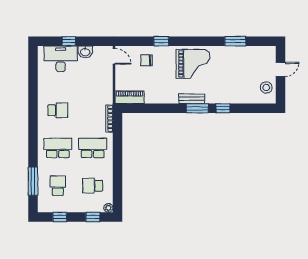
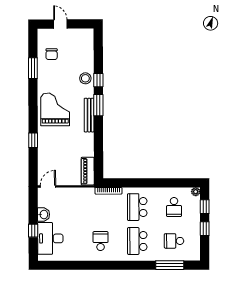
chair: (146, 60) -> (52, 54), moved
stool: (266, 88) -> (85, 78), moved
bench: (192, 99) -> (89, 115), width x1.36
window: (60, 217) -> (205, 229), moved

